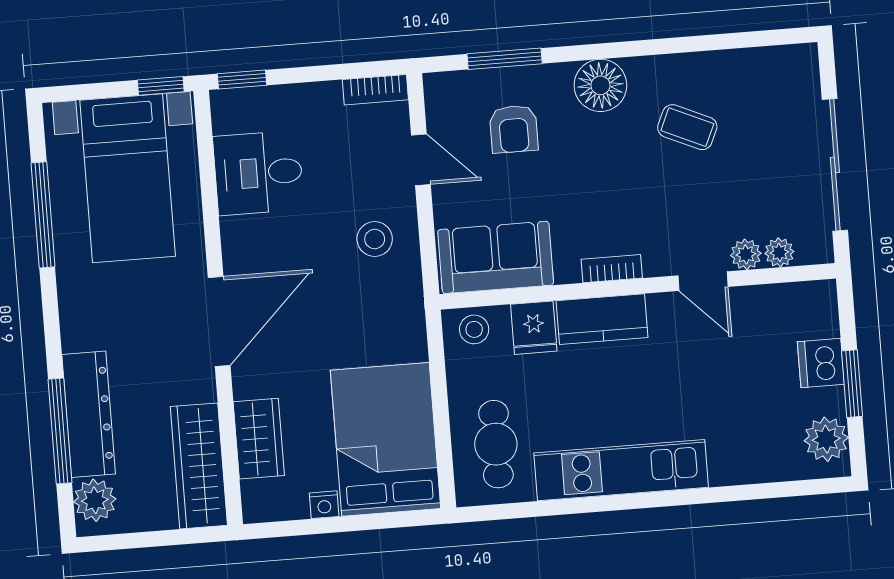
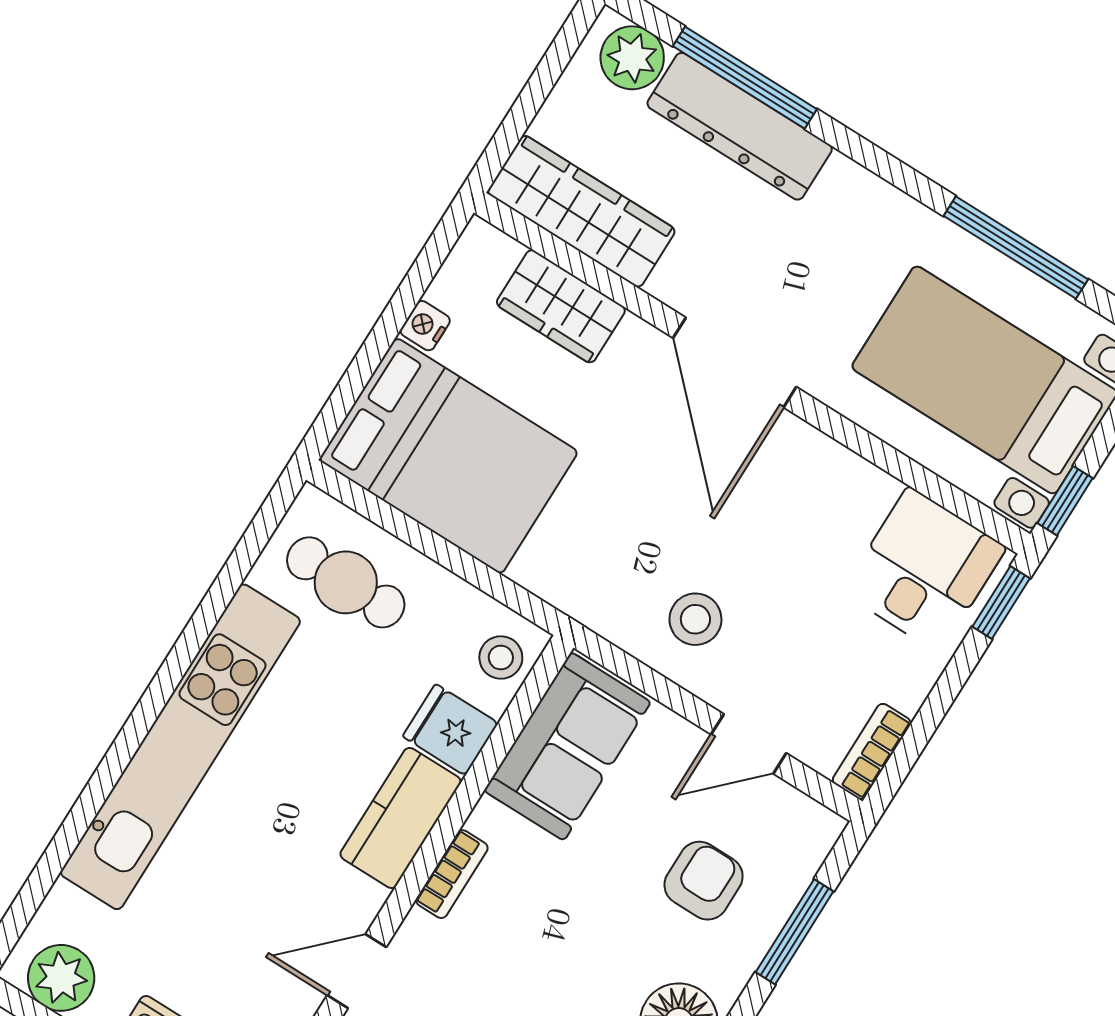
armchair: (514, 129) -> (704, 881), turned 90
desk: (258, 173) -> (924, 570), moved
kitchen unit: (621, 470) -> (180, 747), width x1.36

